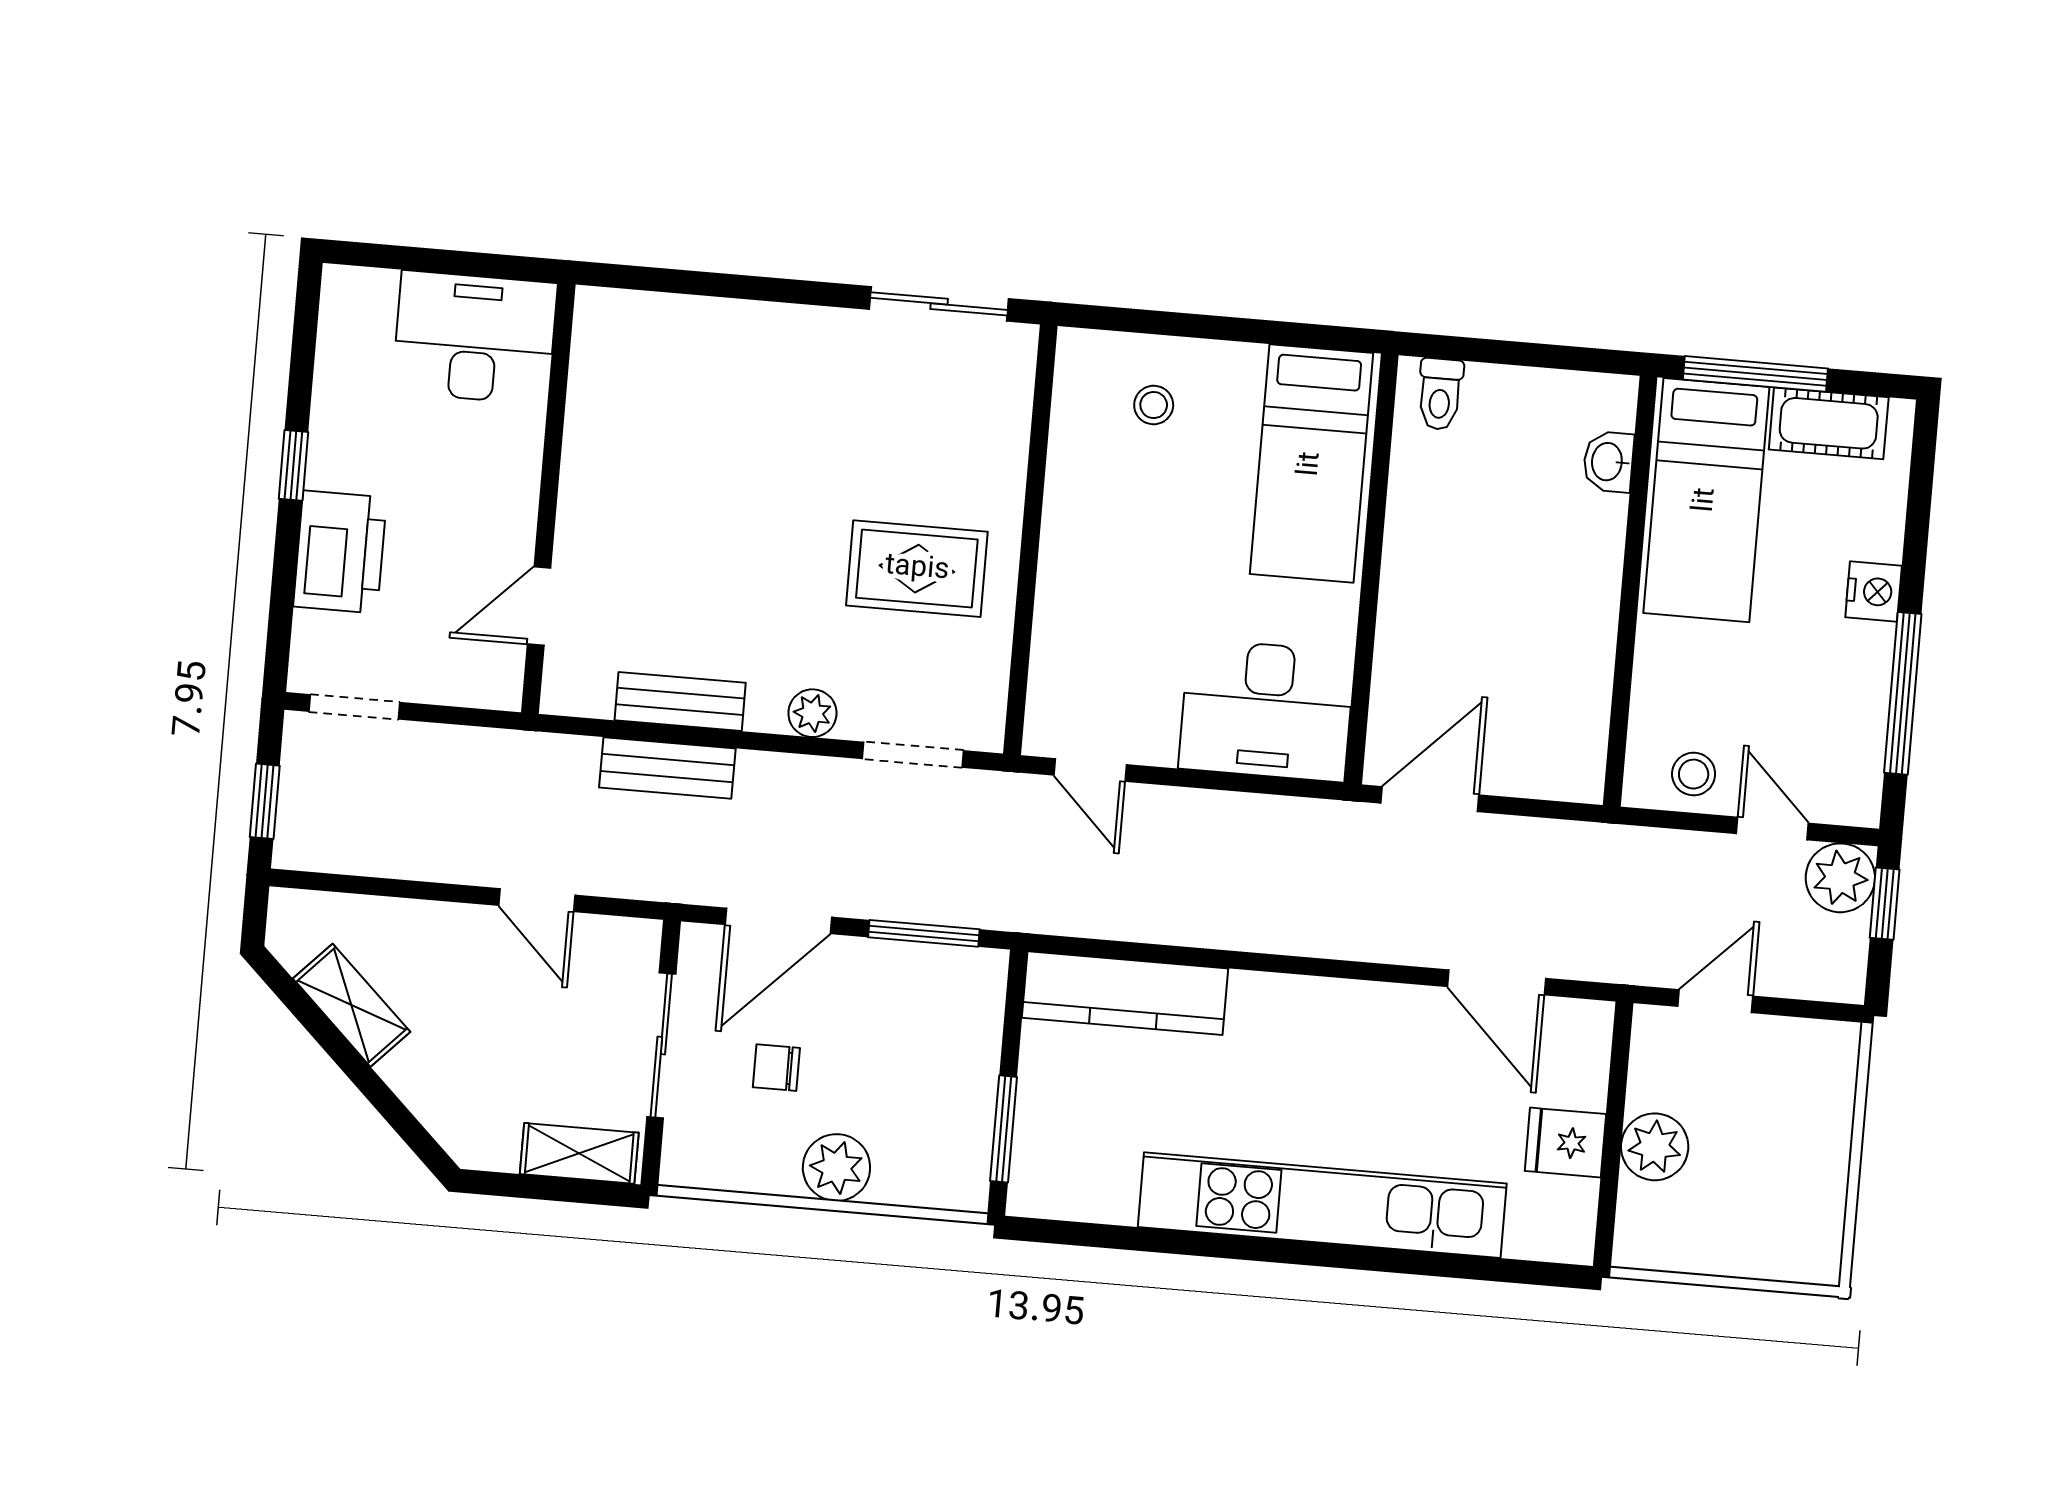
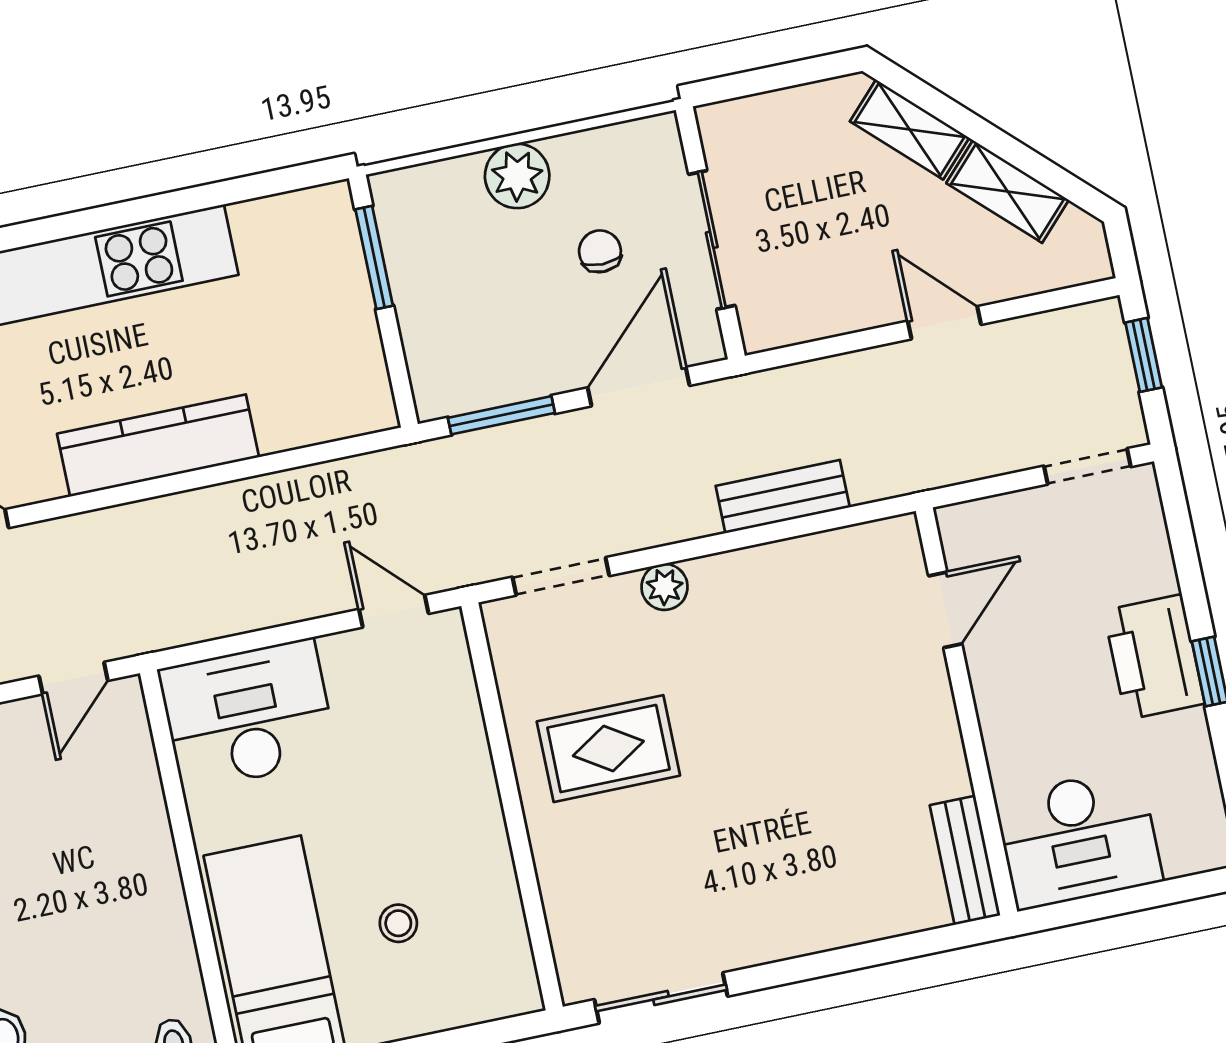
stool: (1154, 405) -> (398, 923), moved
printer: (340, 552) -> (1154, 657), moved
bench: (680, 701) -> (965, 860), moved, turned 90
door: (1430, 799) -> (73, 678), width x0.73
door: (537, 900) -> (944, 323), moved
kitchen counter: (1125, 993) -> (158, 445), moved
chair: (776, 1068) -> (600, 251), turned -90
shelving: (579, 1153) -> (910, 129), moved, turned 44

